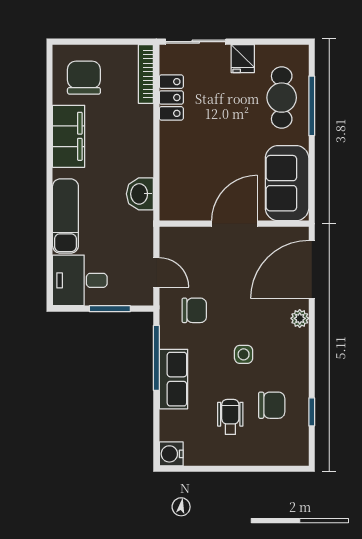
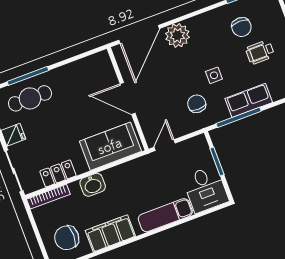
sofa: (287, 183) -> (110, 146), moved, turned 180
washbasin: (140, 194) -> (93, 185), moved
door: (312, 269) -> (139, 34), hinge flipped
door: (156, 272) -> (165, 145), moved
plant: (300, 318) -> (177, 35), width x1.87, depth x1.87
side table: (244, 354) -> (214, 75), moved
chair: (272, 405) -> (241, 27), turned 180

